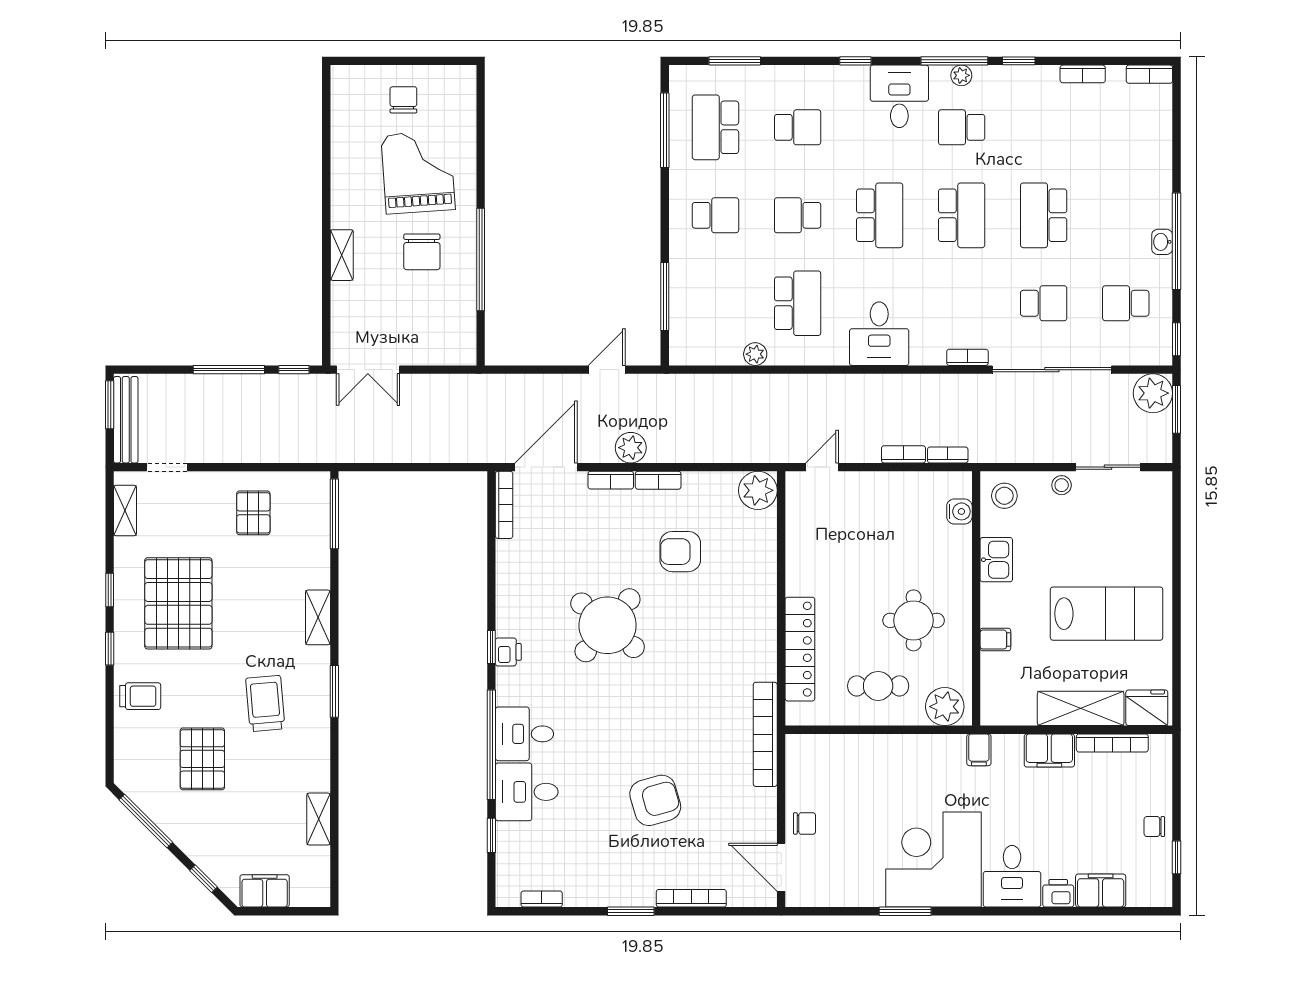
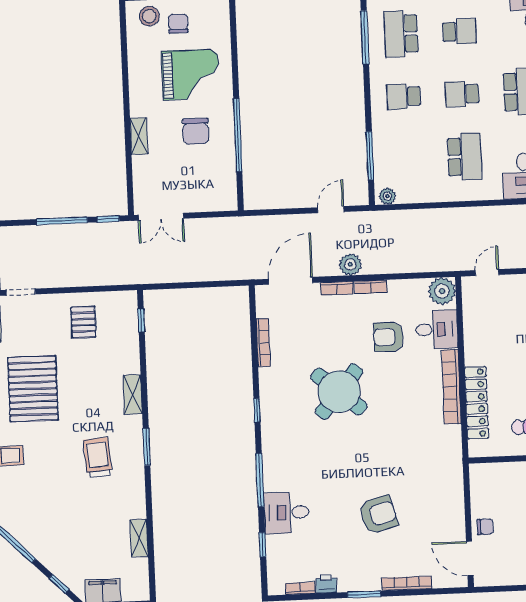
stool: (364, 88) -> (149, 16), added
grand piano: (418, 172) -> (191, 75), turned 94
school desk: (715, 215) -> (404, 97), turned 180
plant: (755, 354) -> (387, 196), moved
bookcase: (504, 505) -> (263, 343), moved
window: (334, 514) -> (141, 320), width x0.46
printer: (508, 652) -> (326, 584), moved, turned -90
desk: (524, 734) -> (437, 329), moved, turned 180
bookcase: (765, 734) -> (451, 387), moved
window: (491, 745) -> (260, 480), width x0.68
pallet: (202, 759) -> (55, 499), removed

